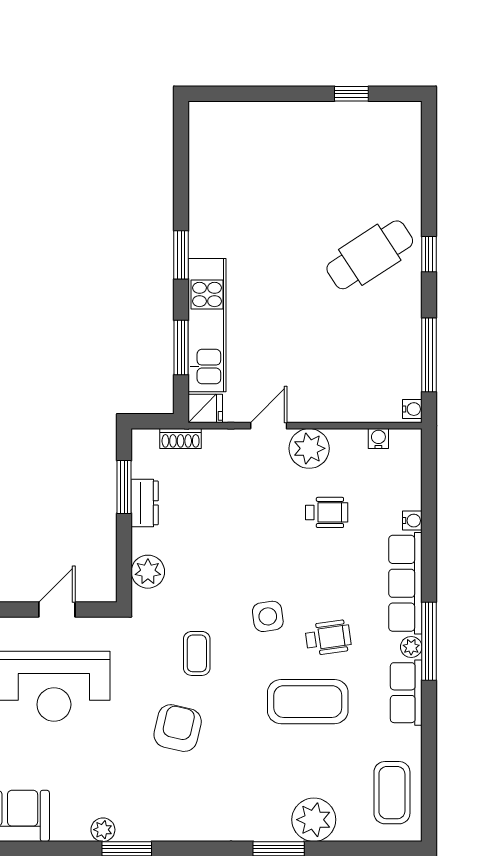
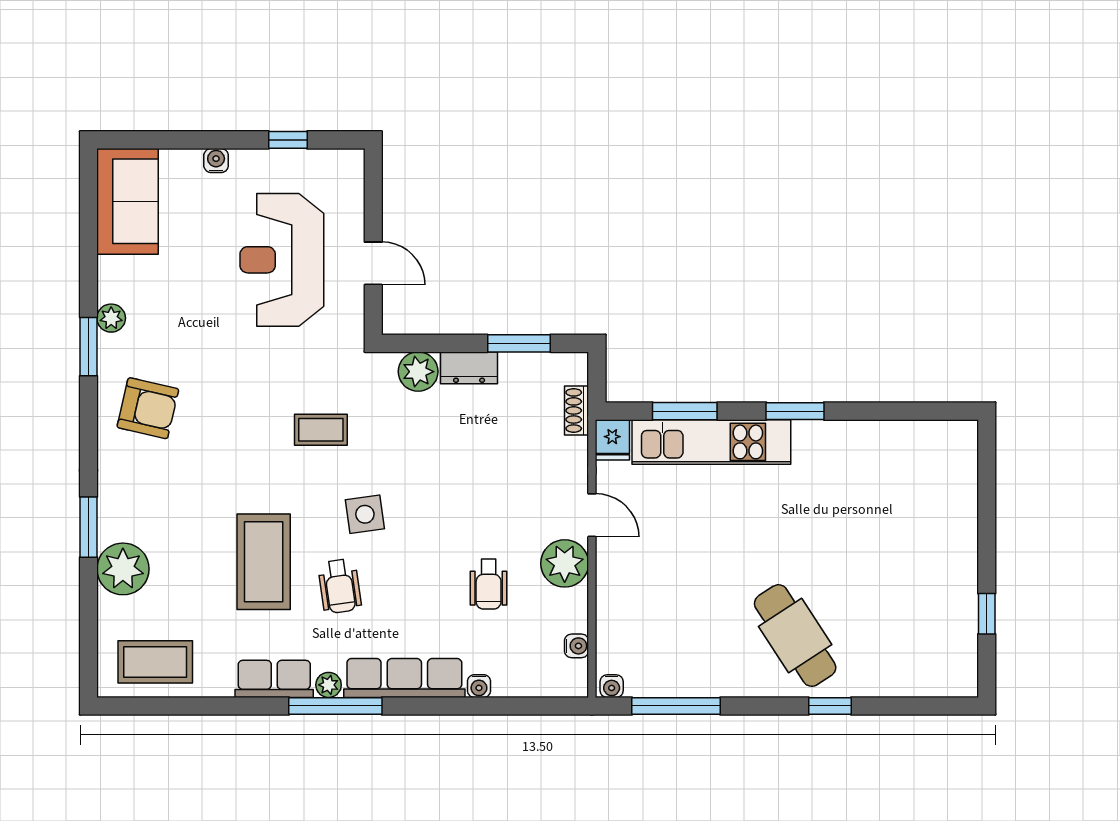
window: (429, 254) -> (830, 706), moved
dresser: (145, 503) -> (469, 368), moved
armchair: (178, 728) -> (148, 408), moved

